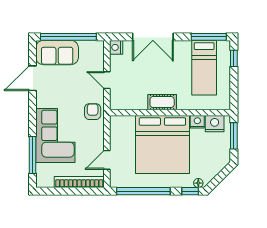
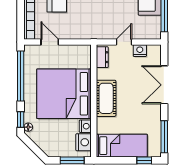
nightstand: (116, 47) -> (140, 51), moved
bed: (204, 68) -> (122, 146), moved, turned 180
cot: (162, 102) -> (106, 98), width x1.37, depth x1.34
dresser: (123, 103) -> (102, 57), added
armchair: (93, 112) -> (95, 29), removed

